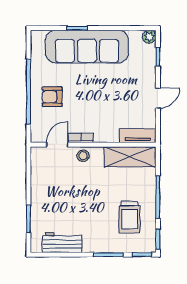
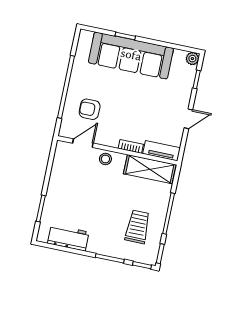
armchair: (52, 97) -> (90, 109), moved
bookcase: (81, 138) -> (131, 146), moved
trolley: (129, 217) -> (138, 227), turned 180

